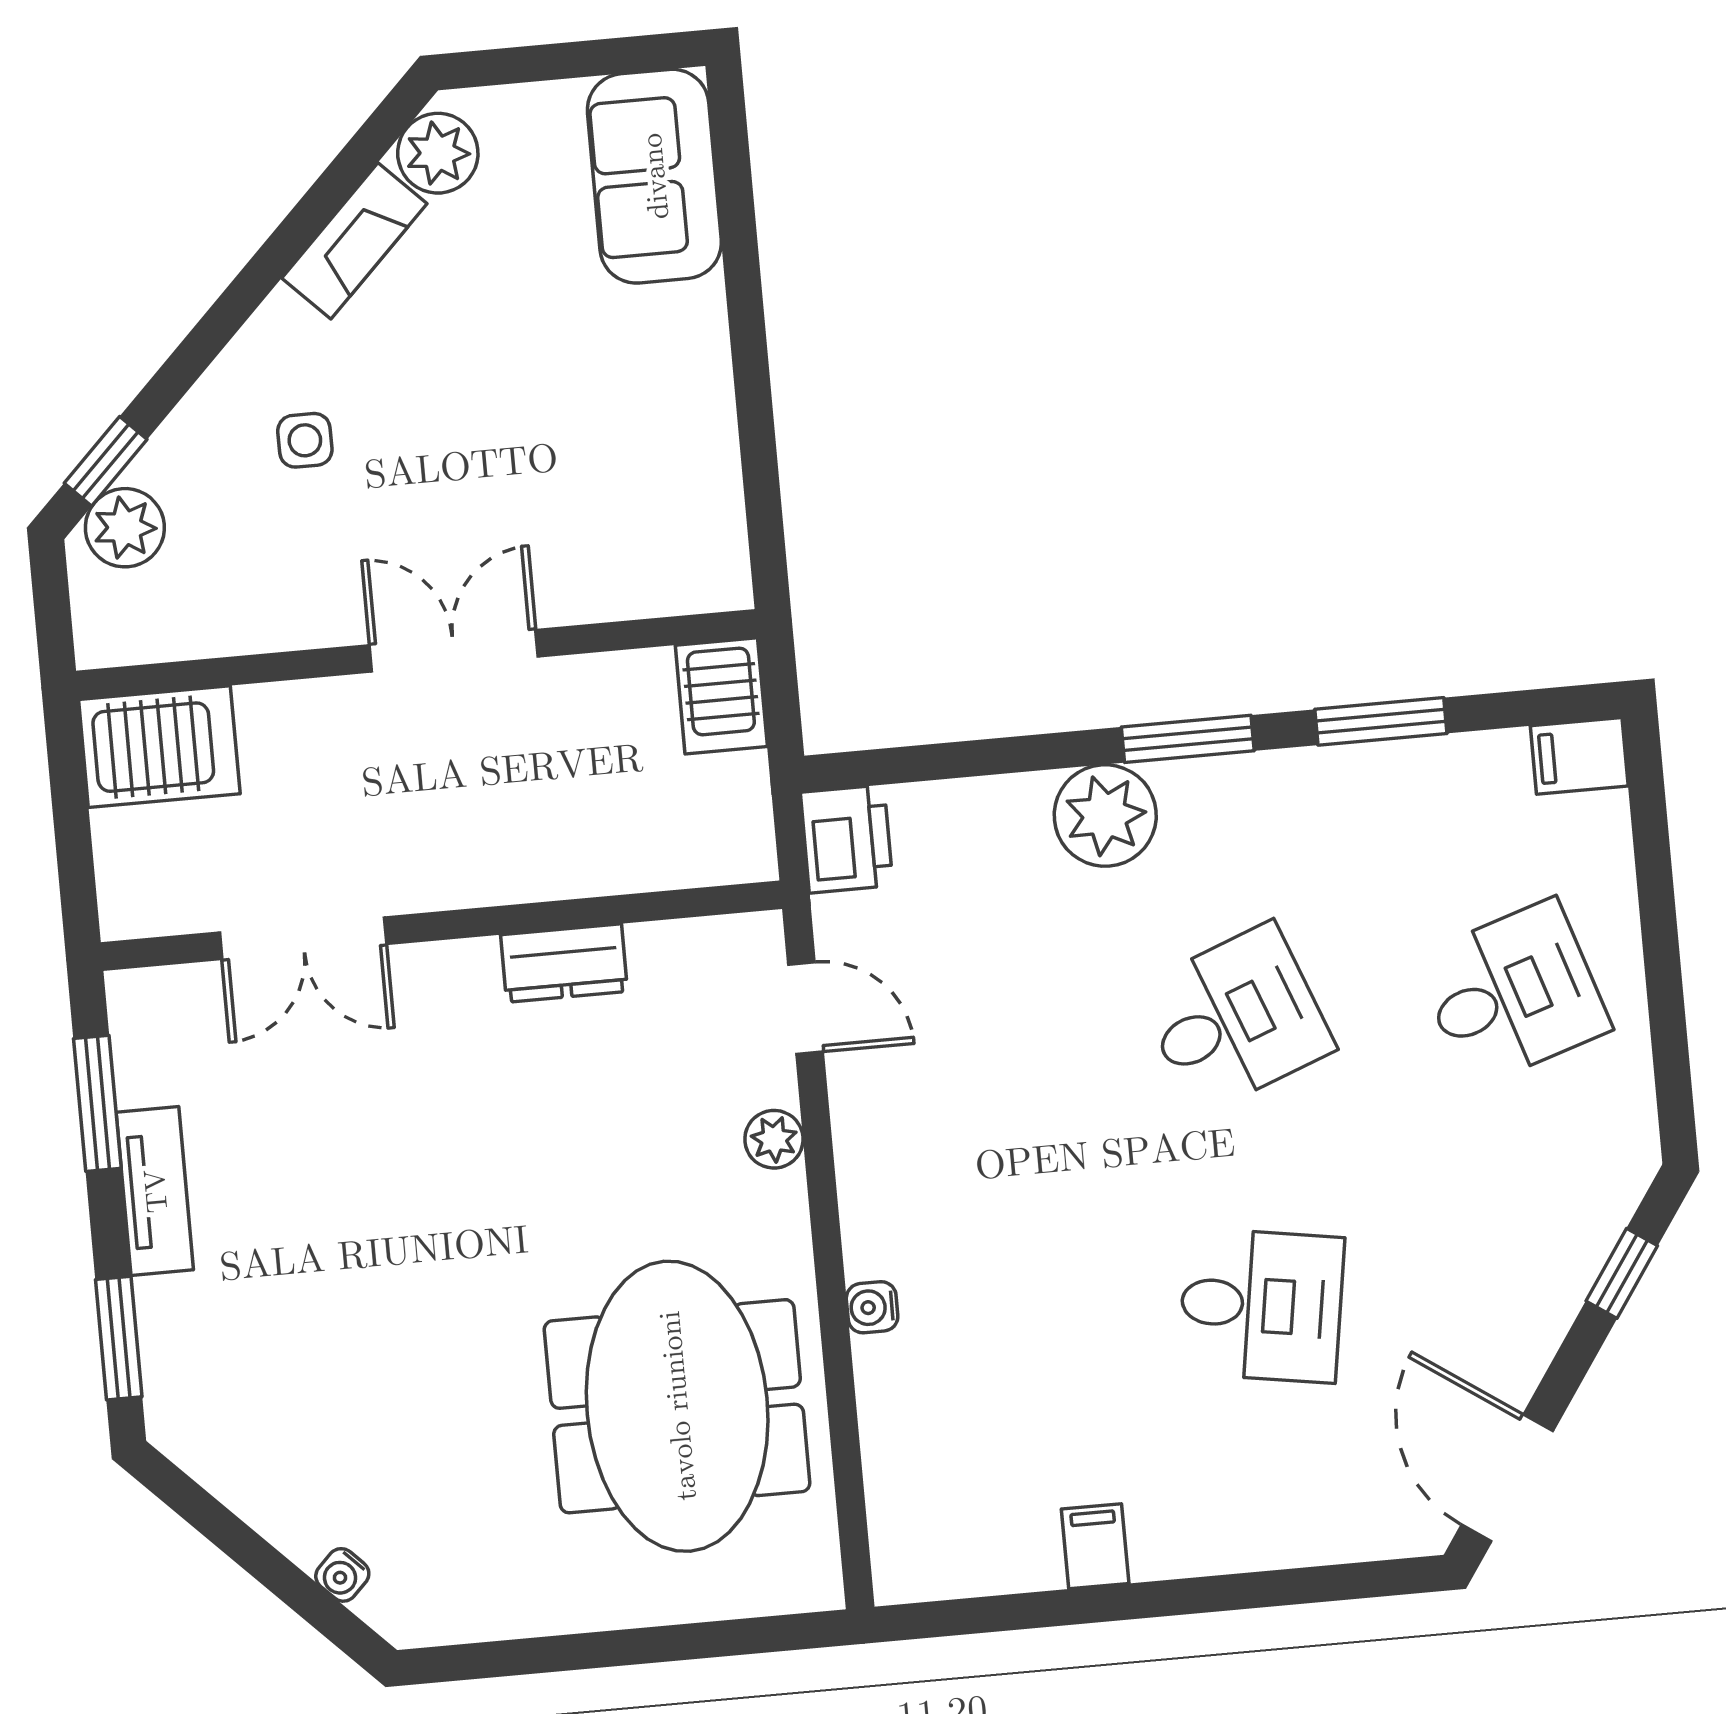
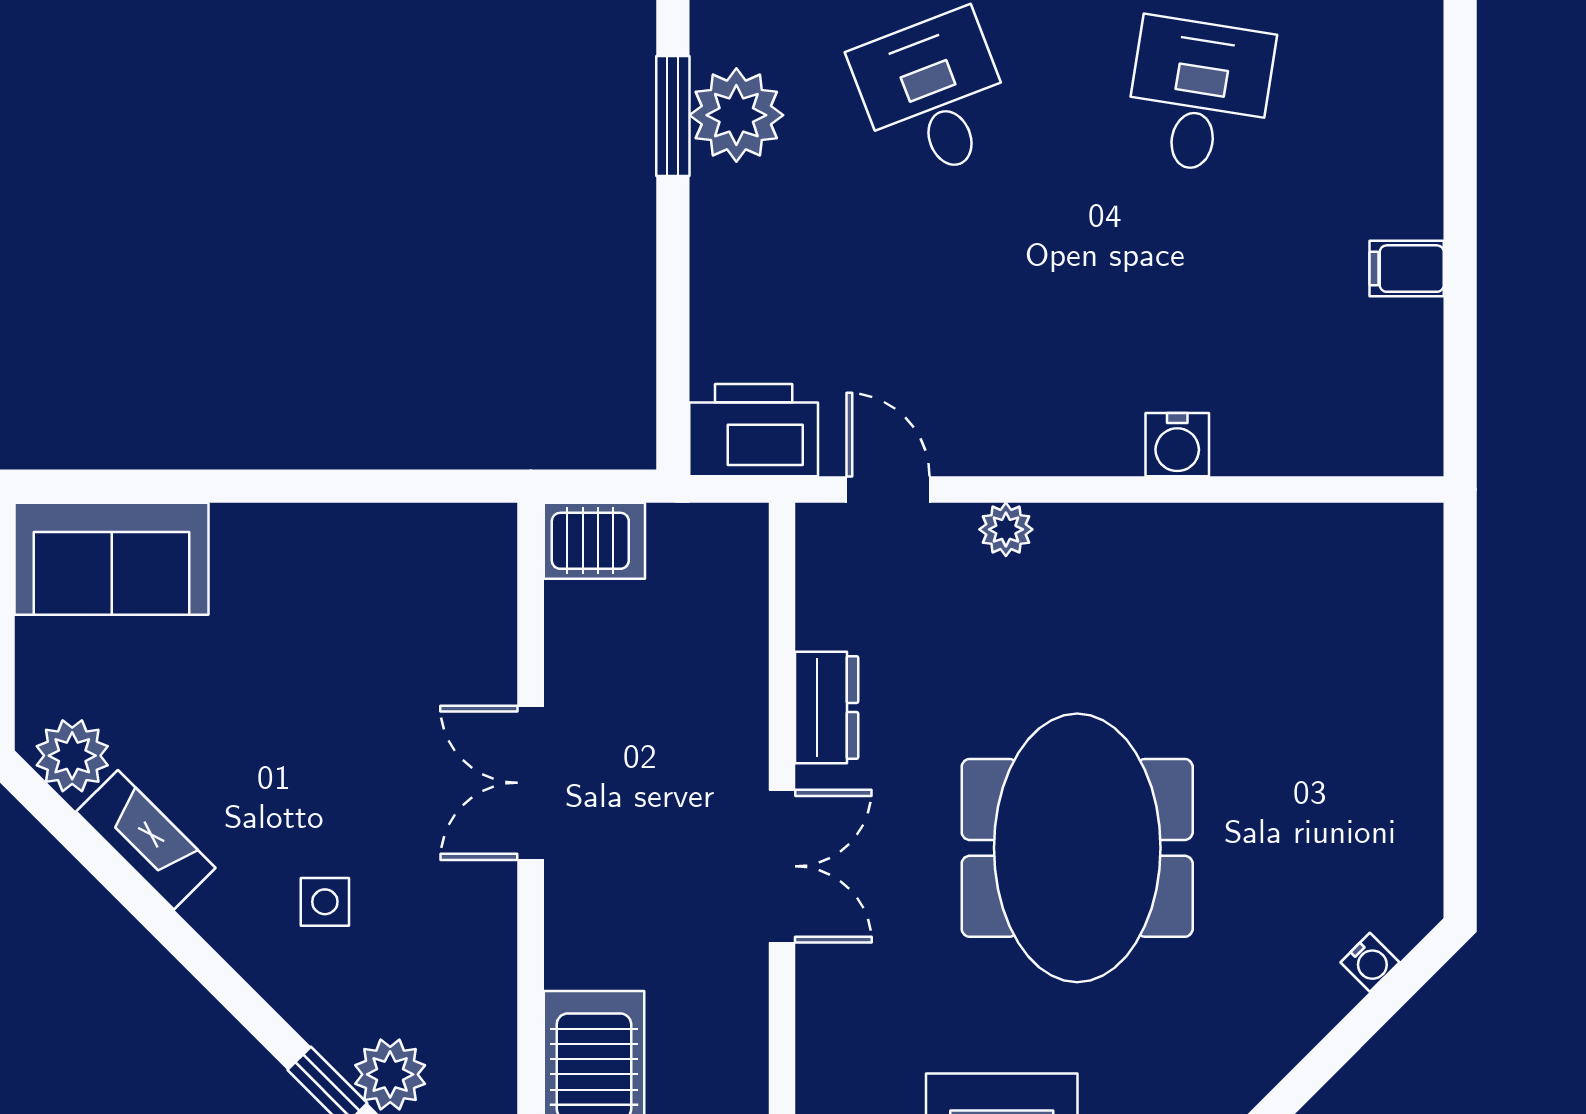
plant: (1105, 816) -> (736, 115), moved
printer: (847, 839) -> (754, 430), width x1.37, depth x1.19
double door: (303, 938) -> (782, 866), moved
door: (806, 1008) -> (888, 489), hinge flipped
water cooler: (872, 1307) -> (1177, 445), width x1.38, depth x1.38
meeting table: (677, 1406) -> (1077, 848), moved, turned 90

